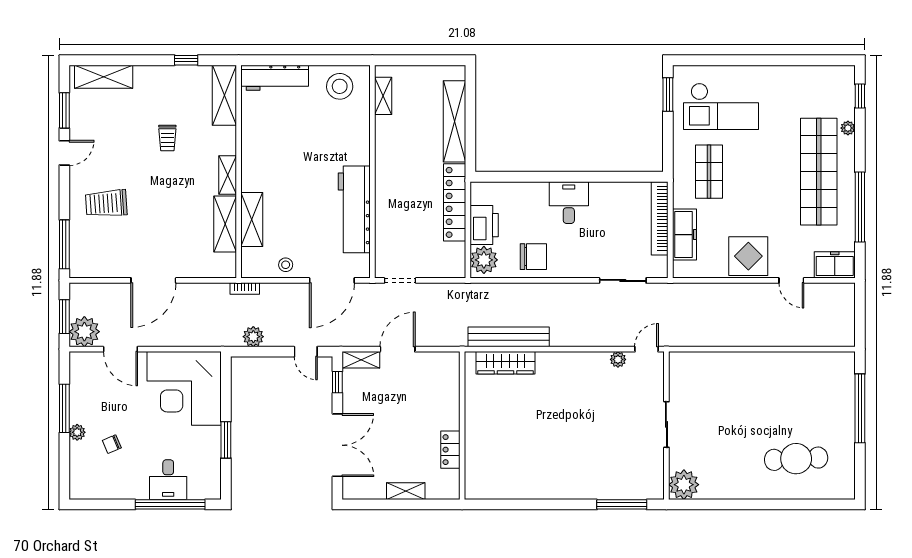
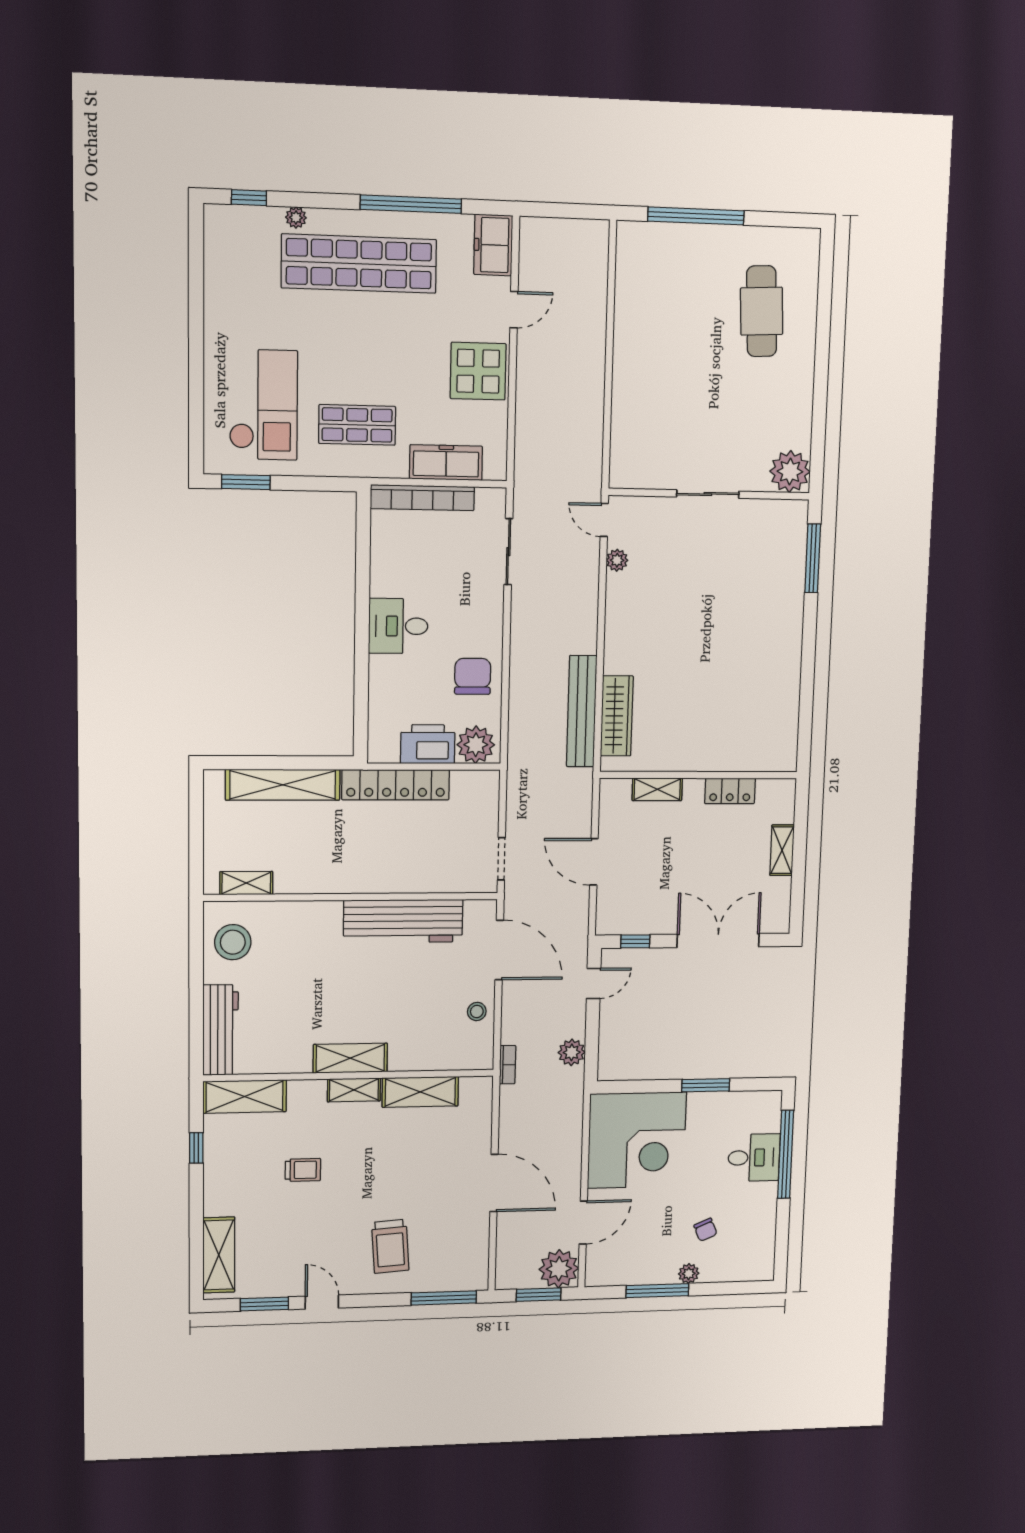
shelving: (252, 219) -> (350, 1058), moved
shelving: (361, 360) -> (657, 789), moved, turned 90

